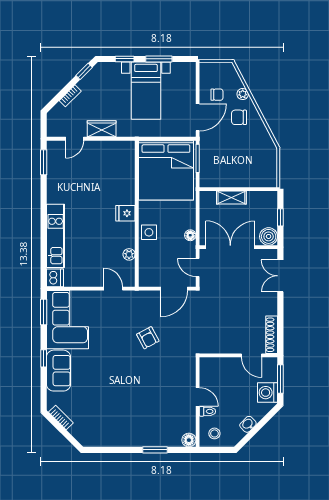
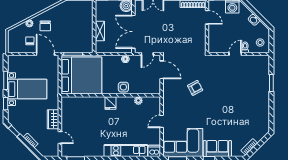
door: (113, 289) -> (162, 121), moved
door: (252, 355) -> (207, 17), hinge flipped
floor lamp: (189, 440) -> (265, 60), removed

